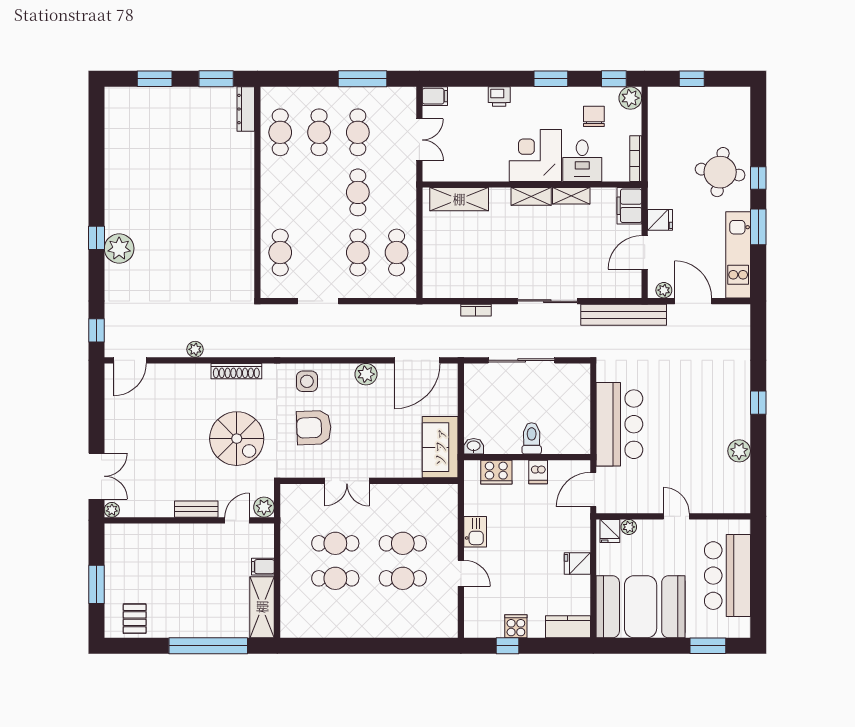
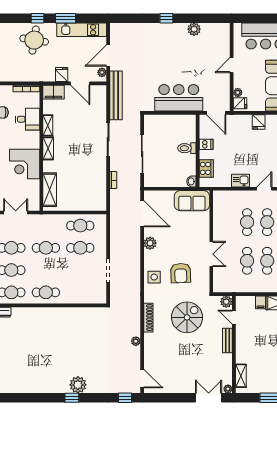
corner desk: (535, 156) -> (25, 164), moved
cafe table: (280, 253) -> (46, 292), moved
shelving: (135, 533) -> (241, 376), added

